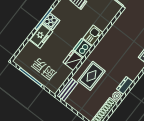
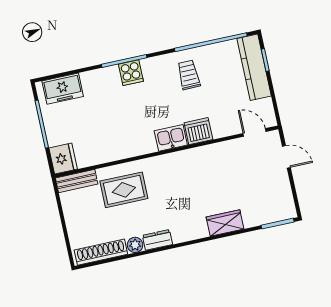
freezer: (41, 36) -> (63, 89), moved
dishwasher: (83, 48) -> (198, 131), moved
fridge: (73, 60) -> (63, 159), moved, turned 90

